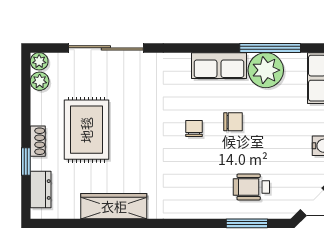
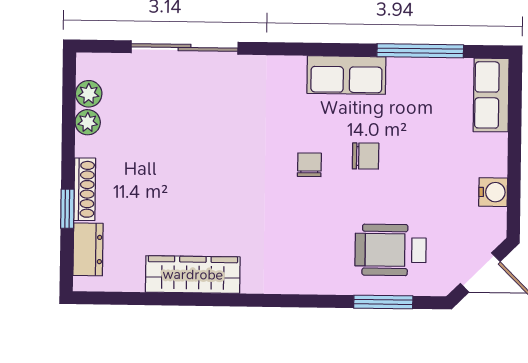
plant: (39, 61) -> (88, 122), moved
plant: (266, 70) -> (414, 82), removed
rug: (86, 130) -> (155, 164), removed
shoe rack: (38, 141) -> (85, 189), width x1.43
wheelchair: (251, 187) -> (391, 250), width x1.36, depth x1.37

